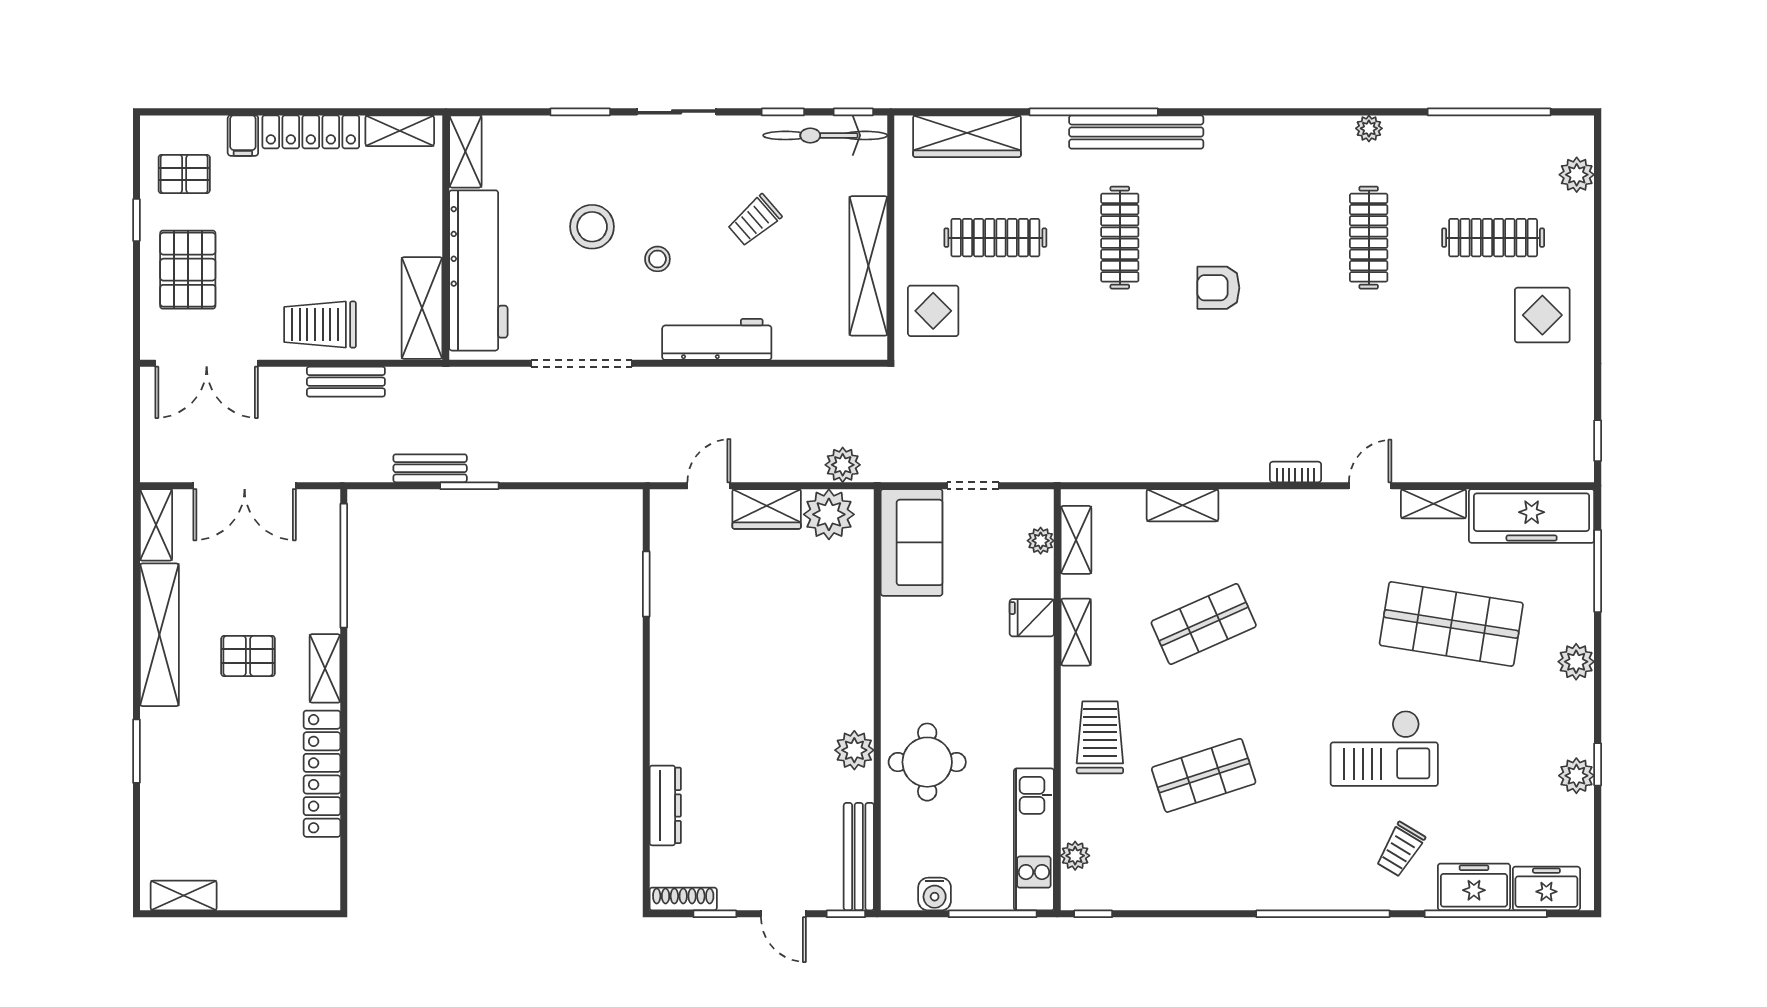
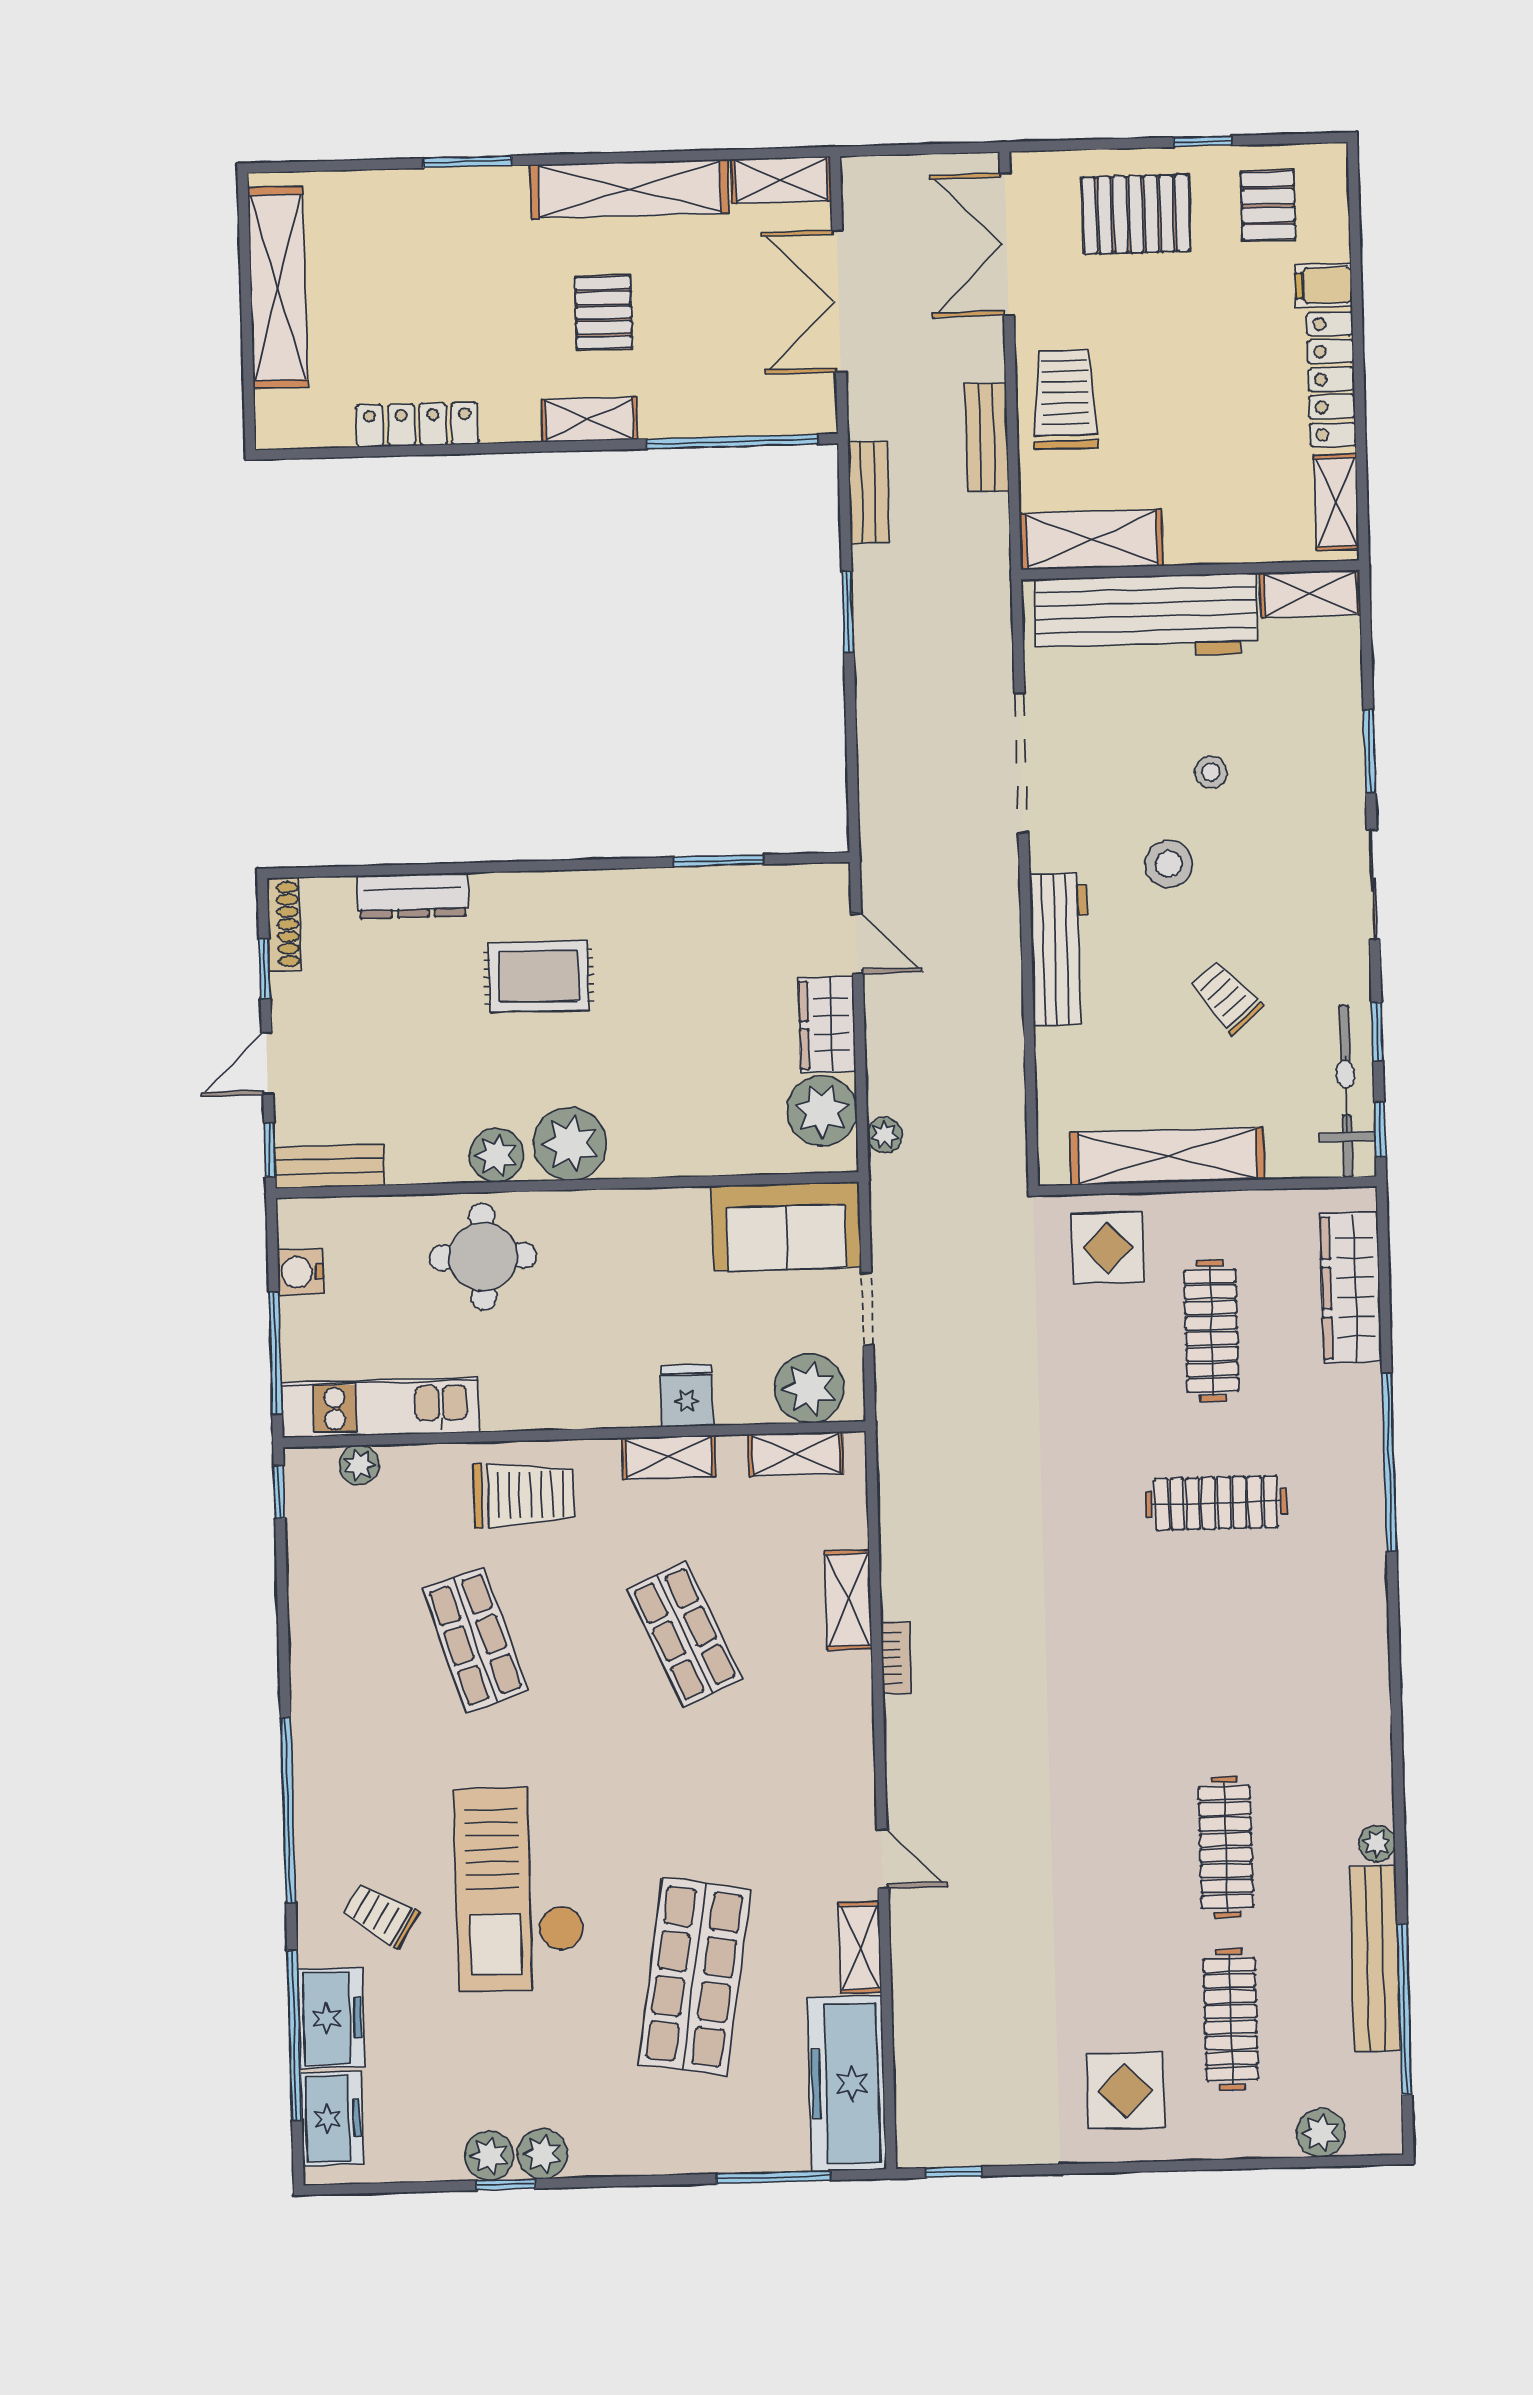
bench: (1136, 132) -> (1375, 1959), moved
stool: (592, 227) -> (1211, 772), width x0.53, depth x0.53
clothes rail: (1369, 238) -> (1226, 1847), turned 90
stool: (657, 259) -> (1169, 864), width x1.37, depth x1.37
armchair: (1218, 288) -> (1151, 1641), removed
plant: (843, 465) -> (885, 1135), width x0.73, depth x0.73
bench: (430, 468) -> (869, 492), moved
bookcase: (1295, 472) -> (896, 1658), moved
plant: (1041, 541) -> (809, 1388), width x1.88, depth x1.88
plant: (1576, 662) -> (543, 2154), moved
plant: (847, 697) -> (570, 1144), added
rug: (726, 716) -> (539, 976), added
checkout: (1384, 748) -> (520, 1889), width x1.36, depth x1.21
locker: (322, 774) -> (417, 425), width x0.71, depth x0.83
bench: (859, 857) -> (330, 1166), width x0.73
shelving: (184, 896) -> (278, 287), width x2.20, depth x1.33

